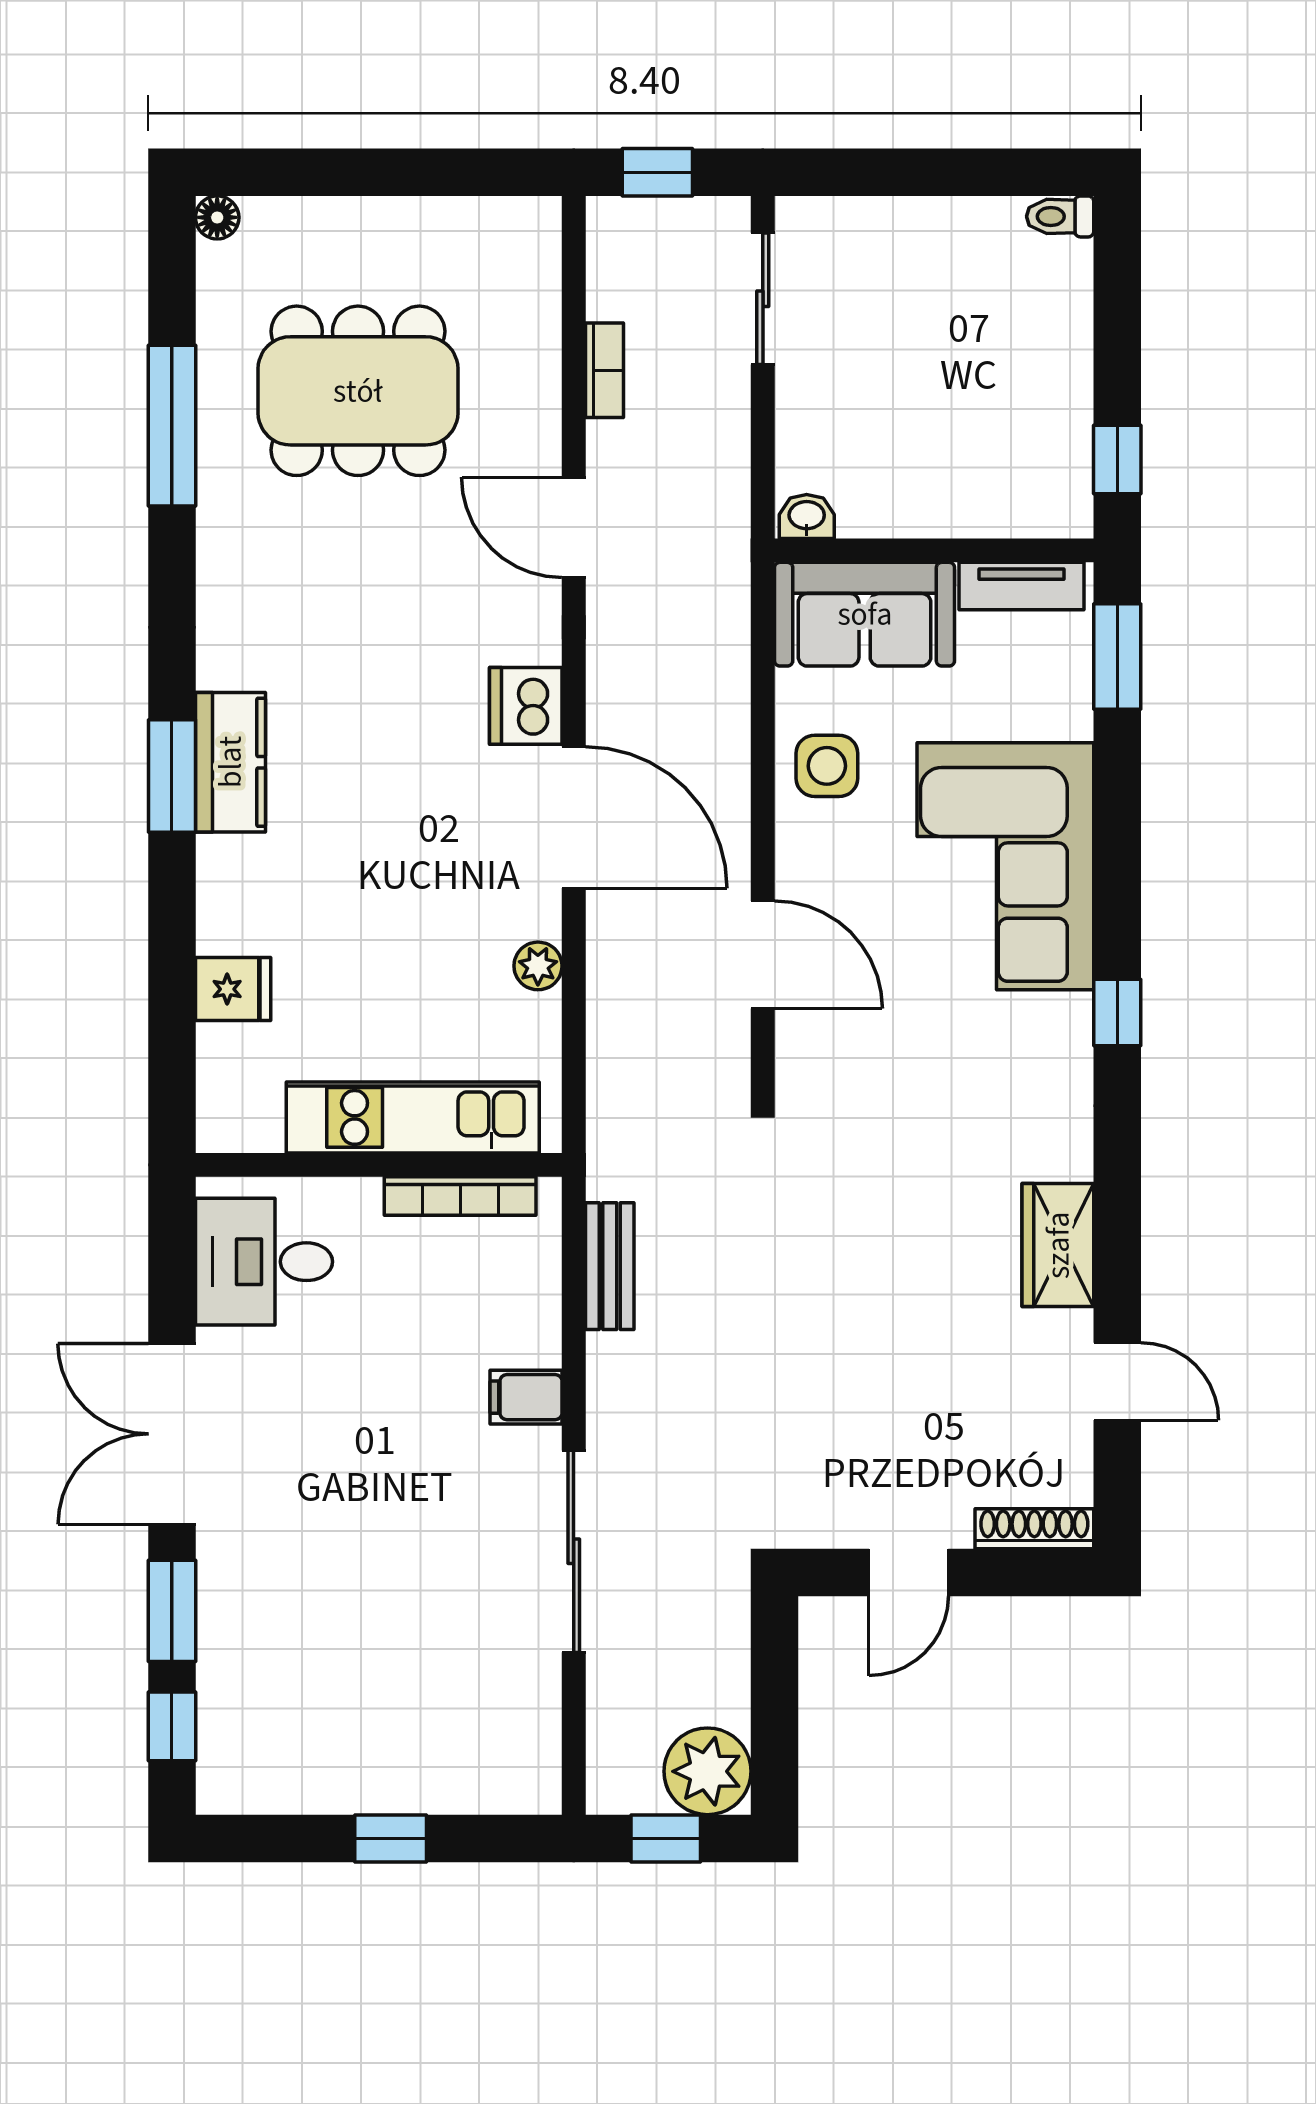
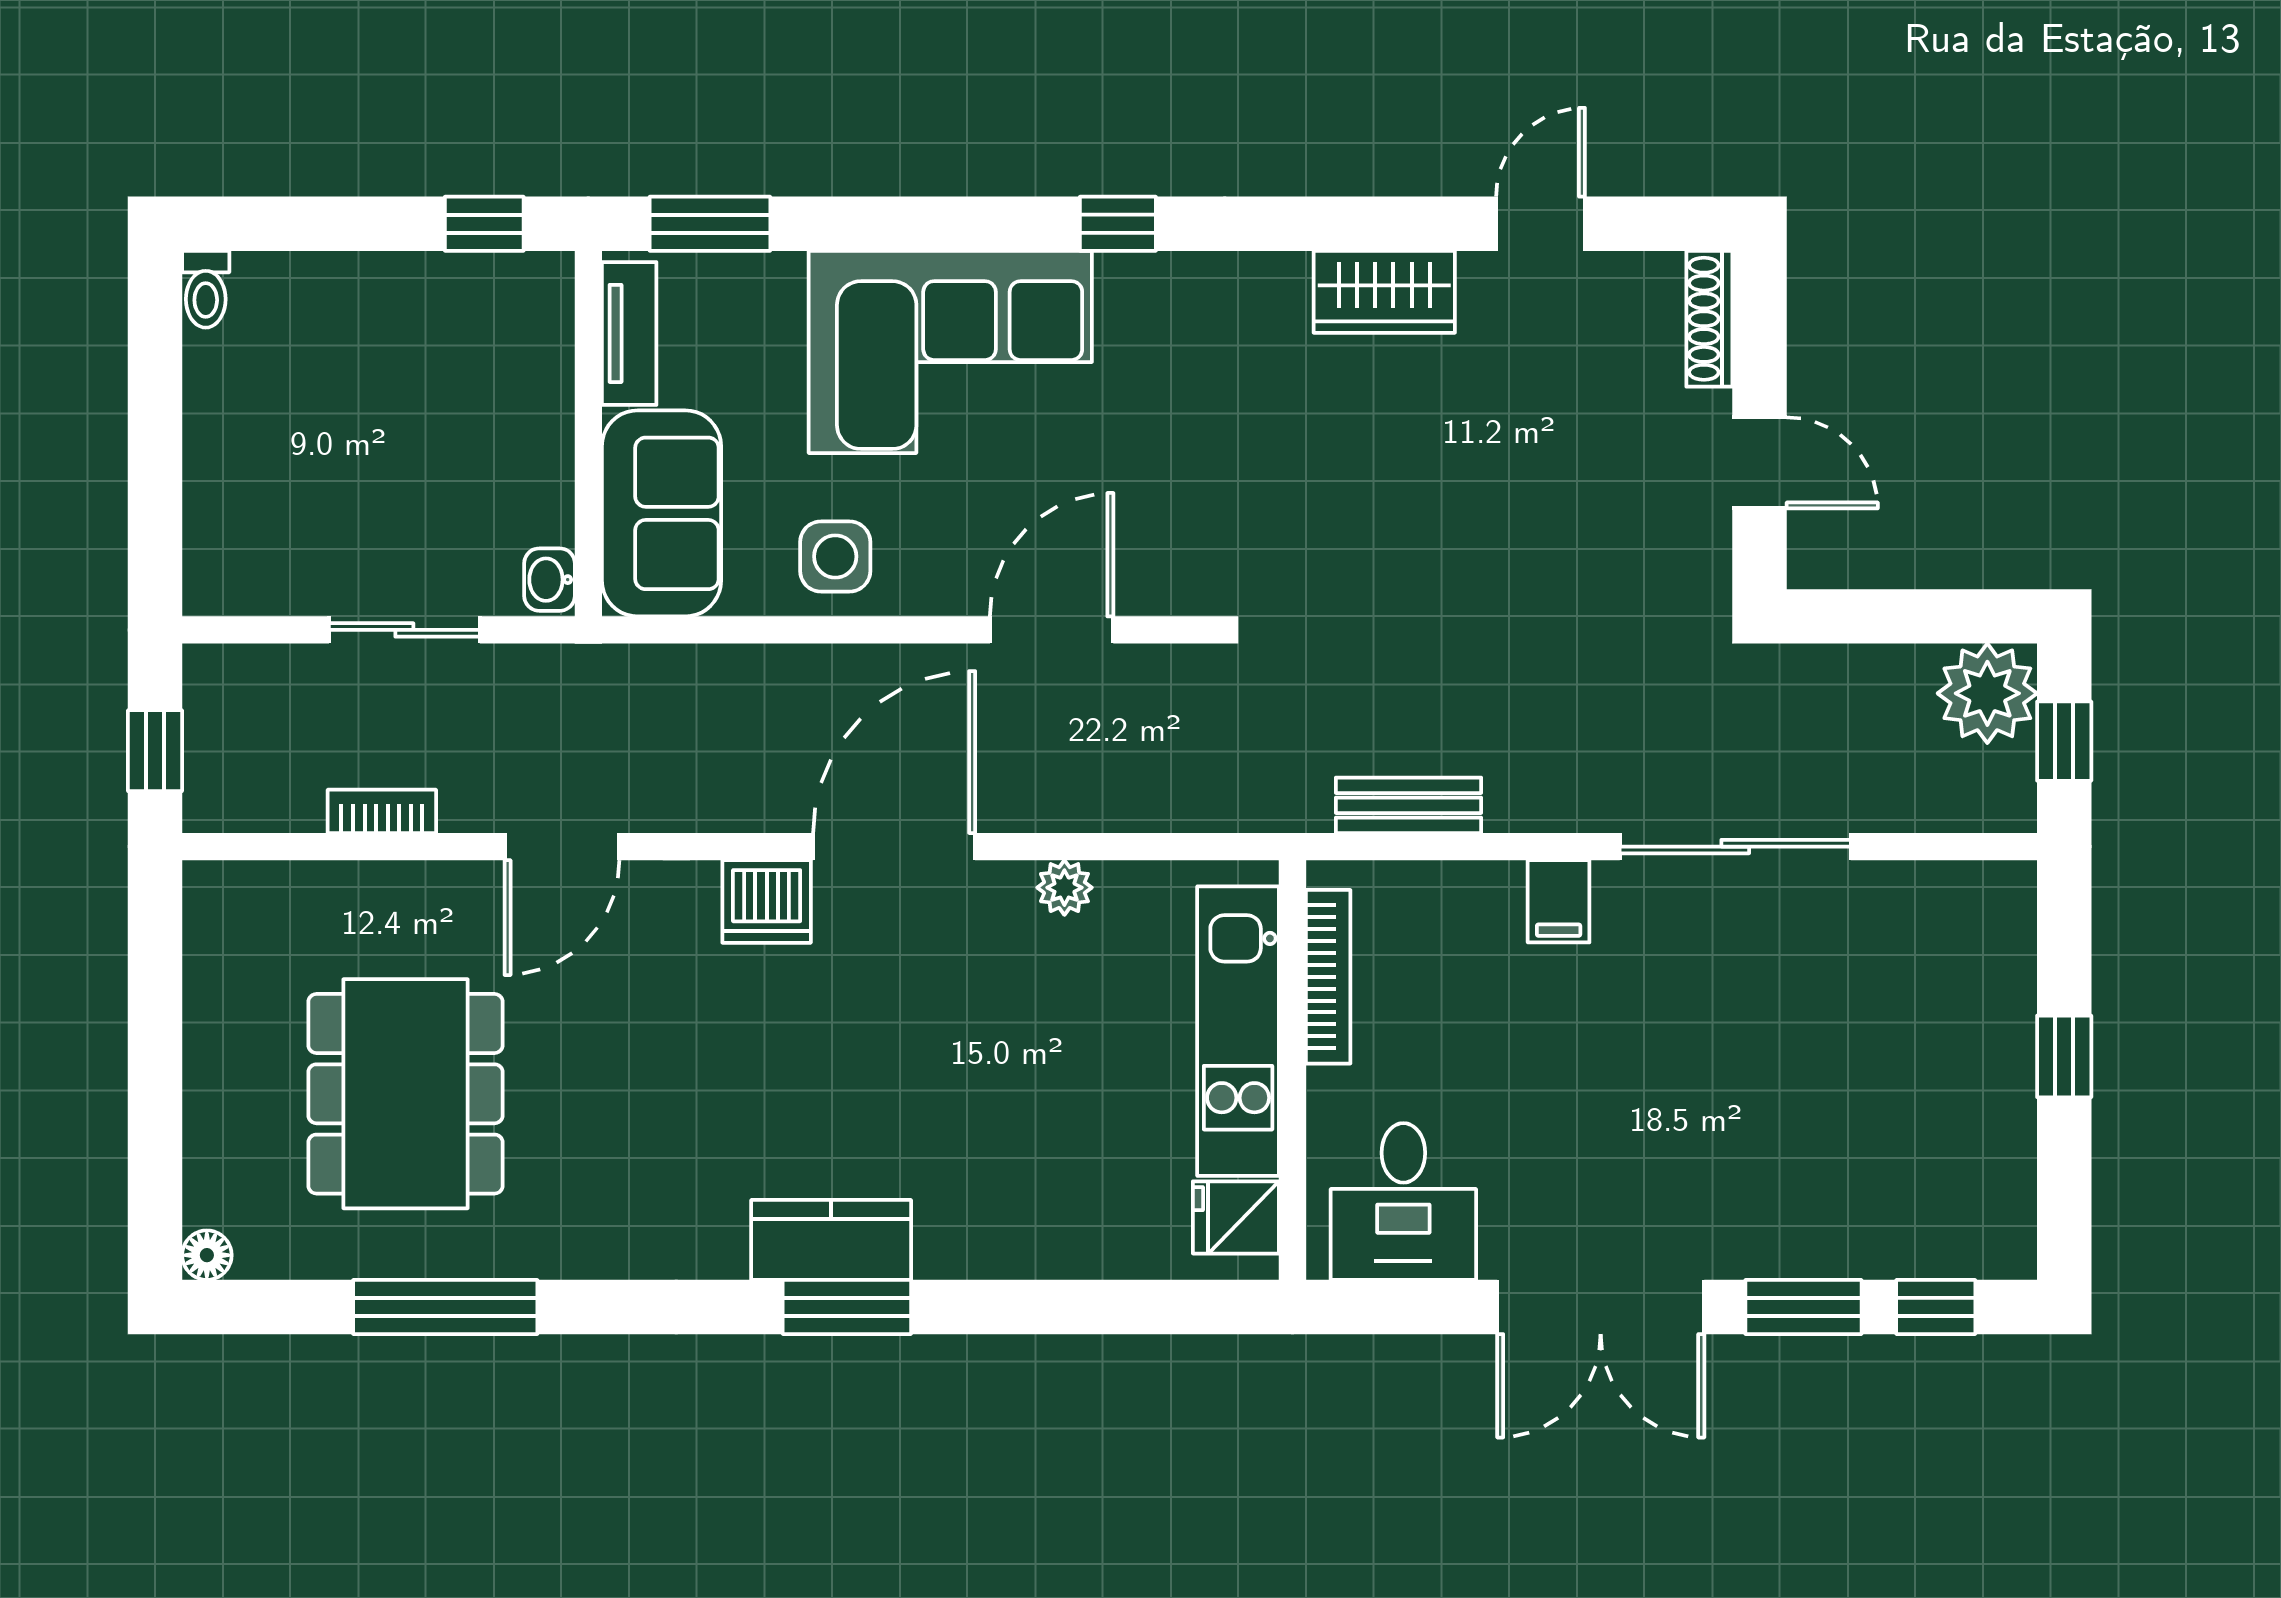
sliding door: (763, 299) -> (404, 630), moved
fridge: (233, 989) -> (1236, 1217), moved, turned -90

